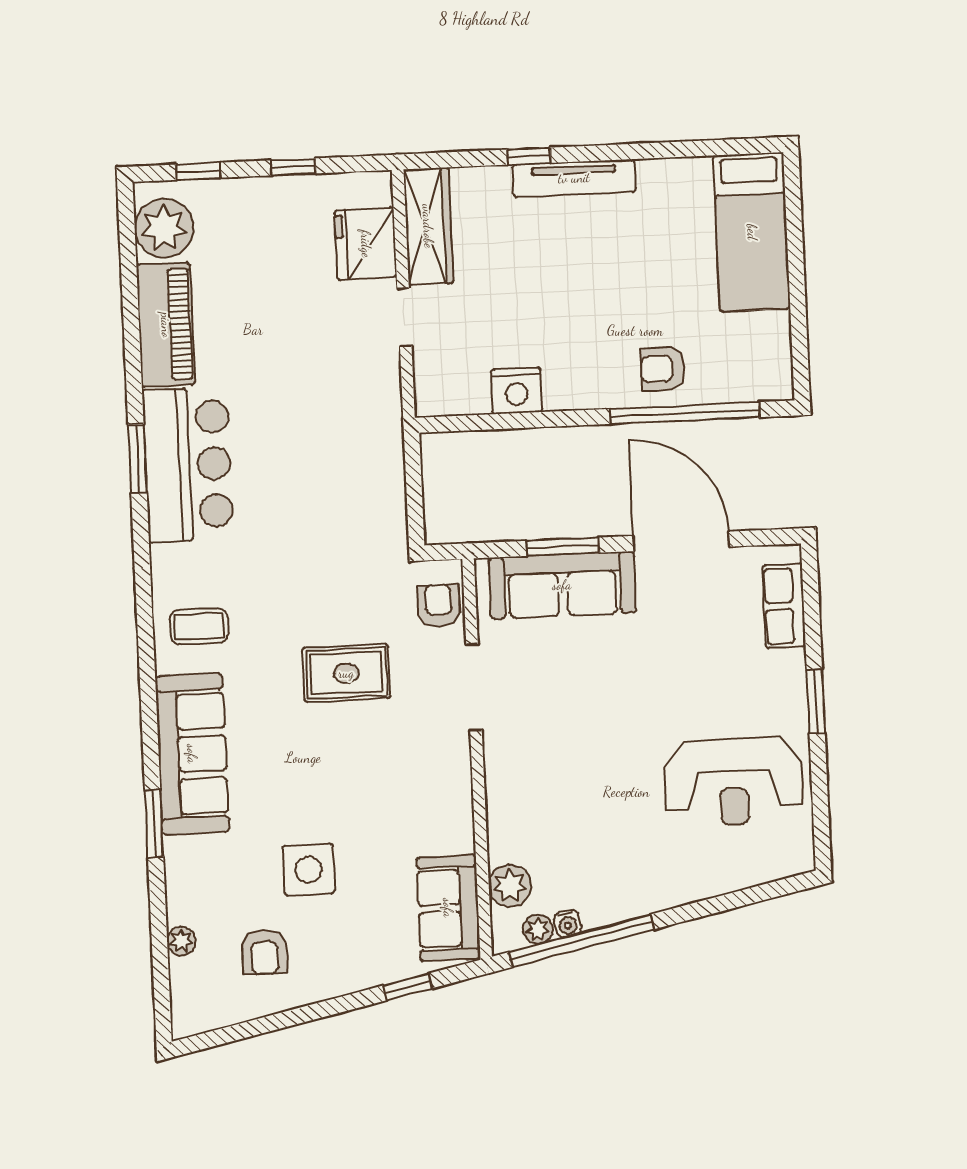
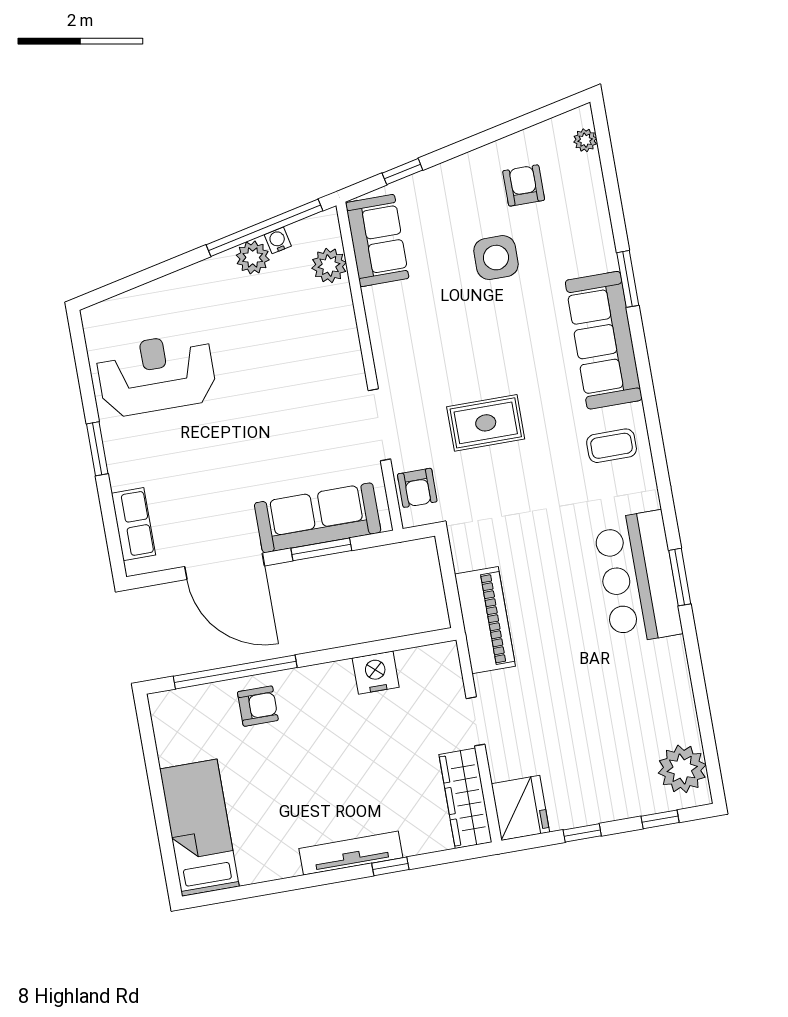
fridge: (366, 244) -> (520, 808), moved
piano: (166, 325) -> (485, 620), moved, turned 180
plant: (538, 929) -> (253, 257), moved, width x1.38, depth x1.38
plant: (181, 941) -> (585, 140), moved

